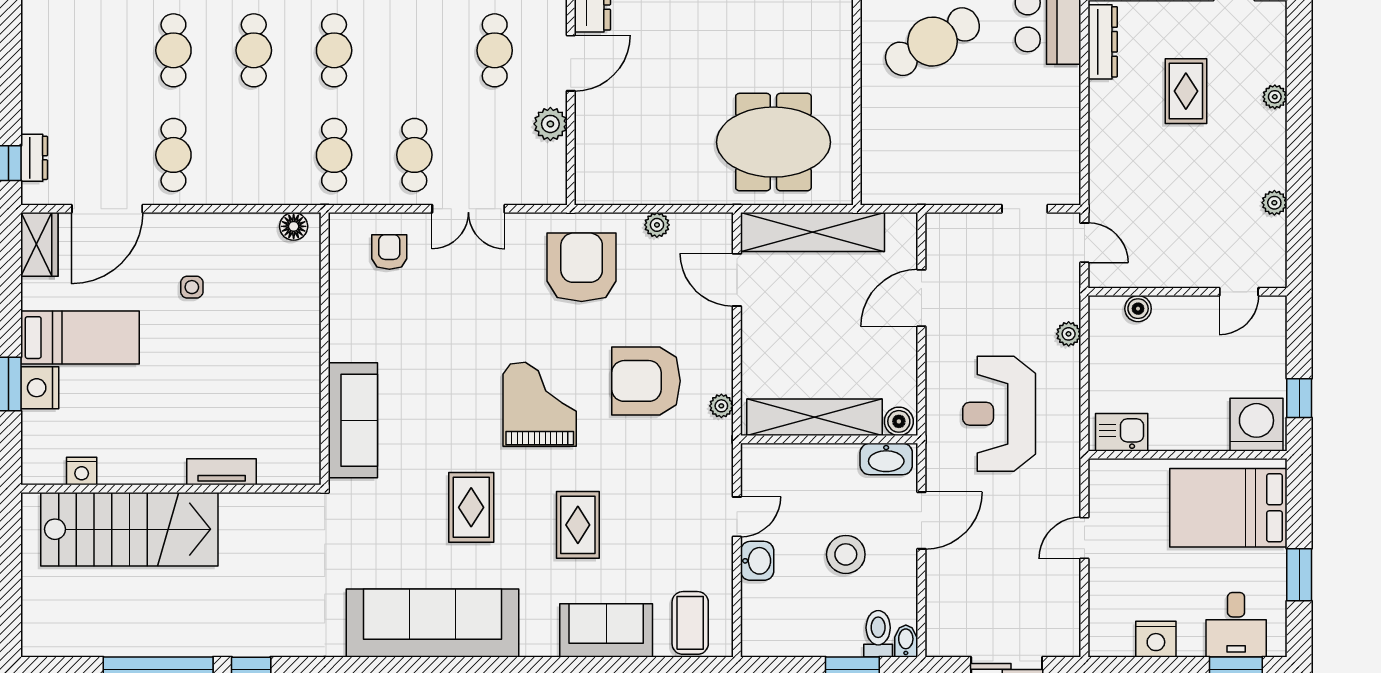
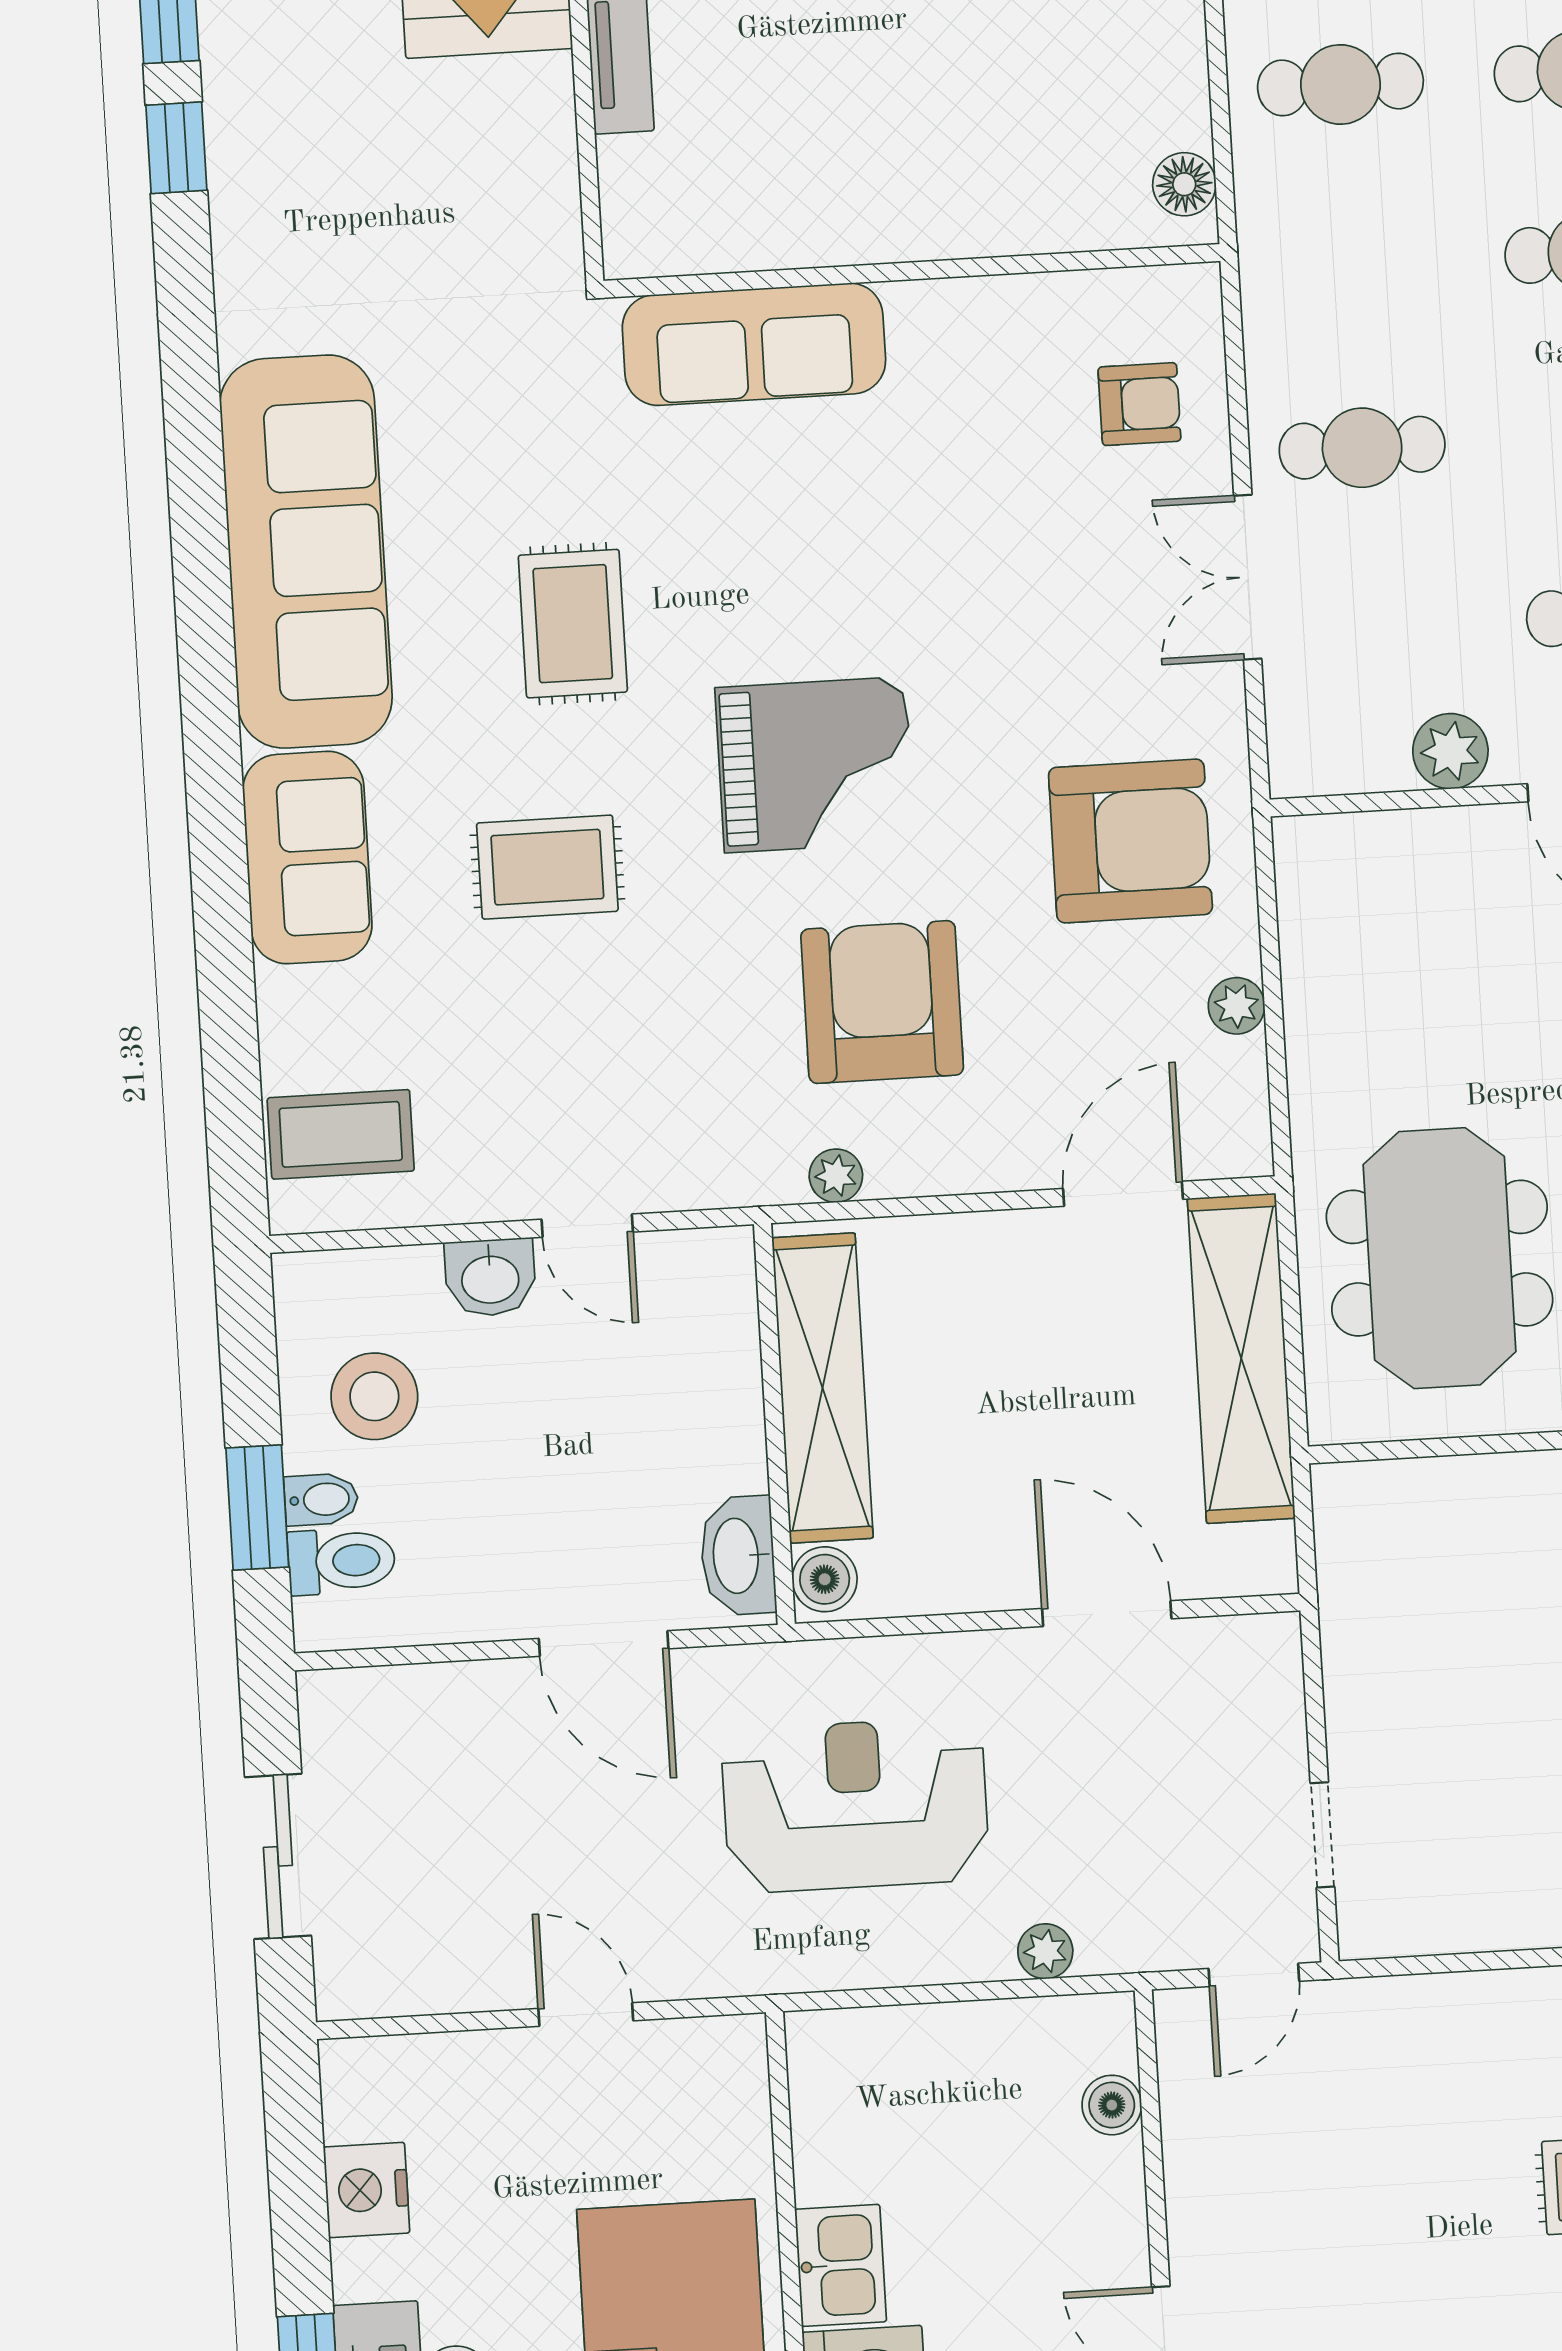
cafe table: (334, 155) -> (1340, 84), moved
kitchen sink: (1122, 432) -> (841, 2265), moved
rug: (471, 507) -> (573, 624), turned 90
stool: (846, 554) -> (374, 1396), moved
sofa: (606, 630) -> (307, 858), moved
bidet: (906, 641) -> (321, 1499), moved

